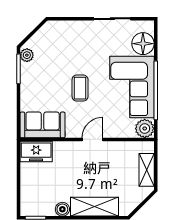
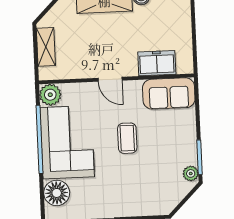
door: (92, 139) -> (110, 79), hinge flipped
freezer: (36, 151) -> (157, 63), moved

